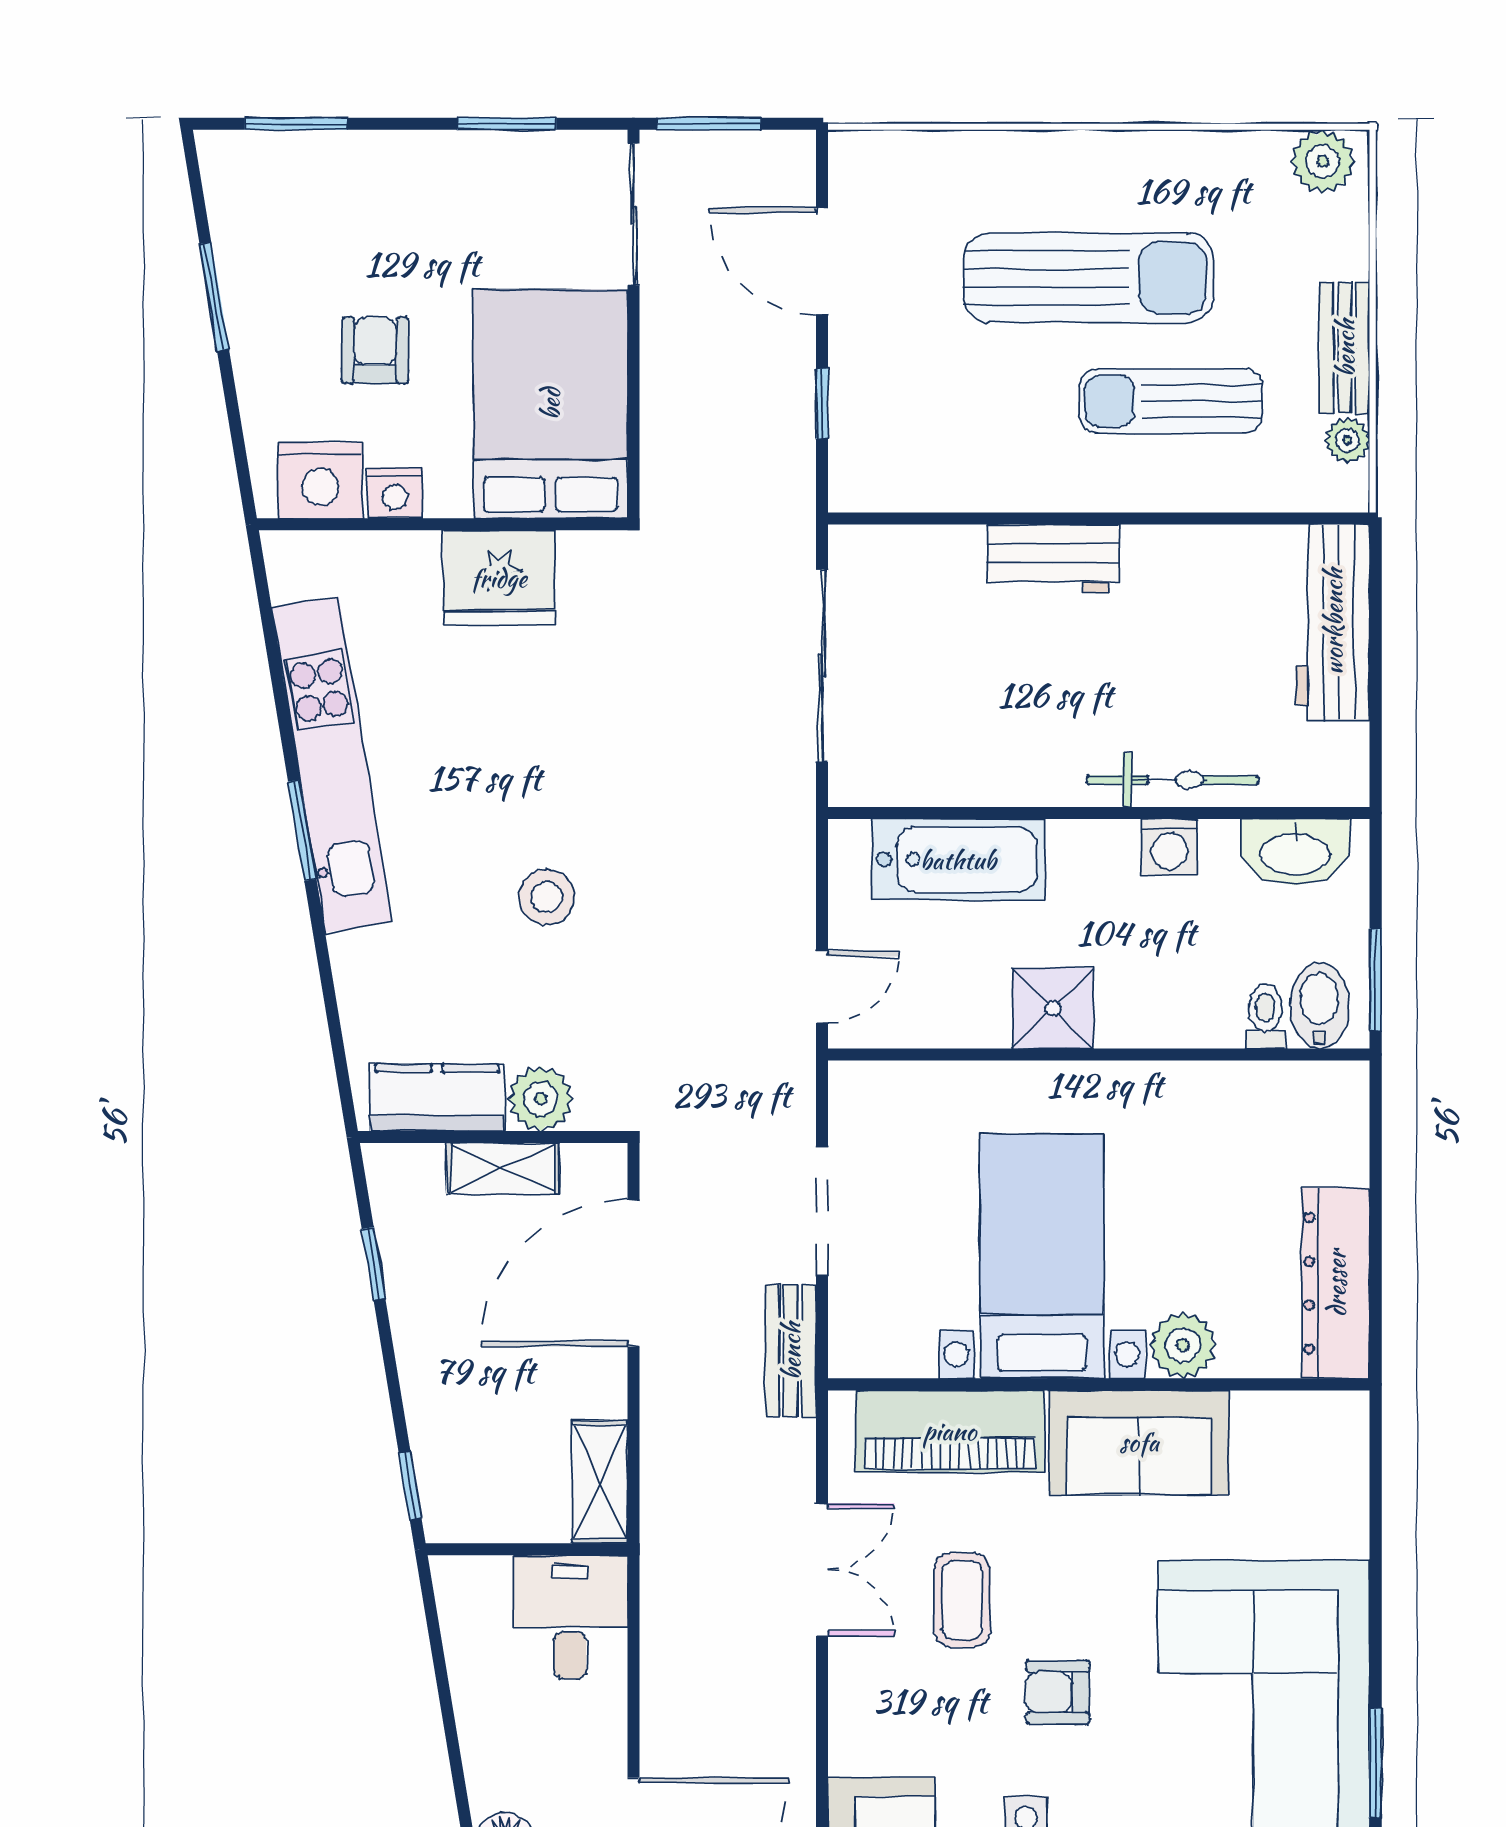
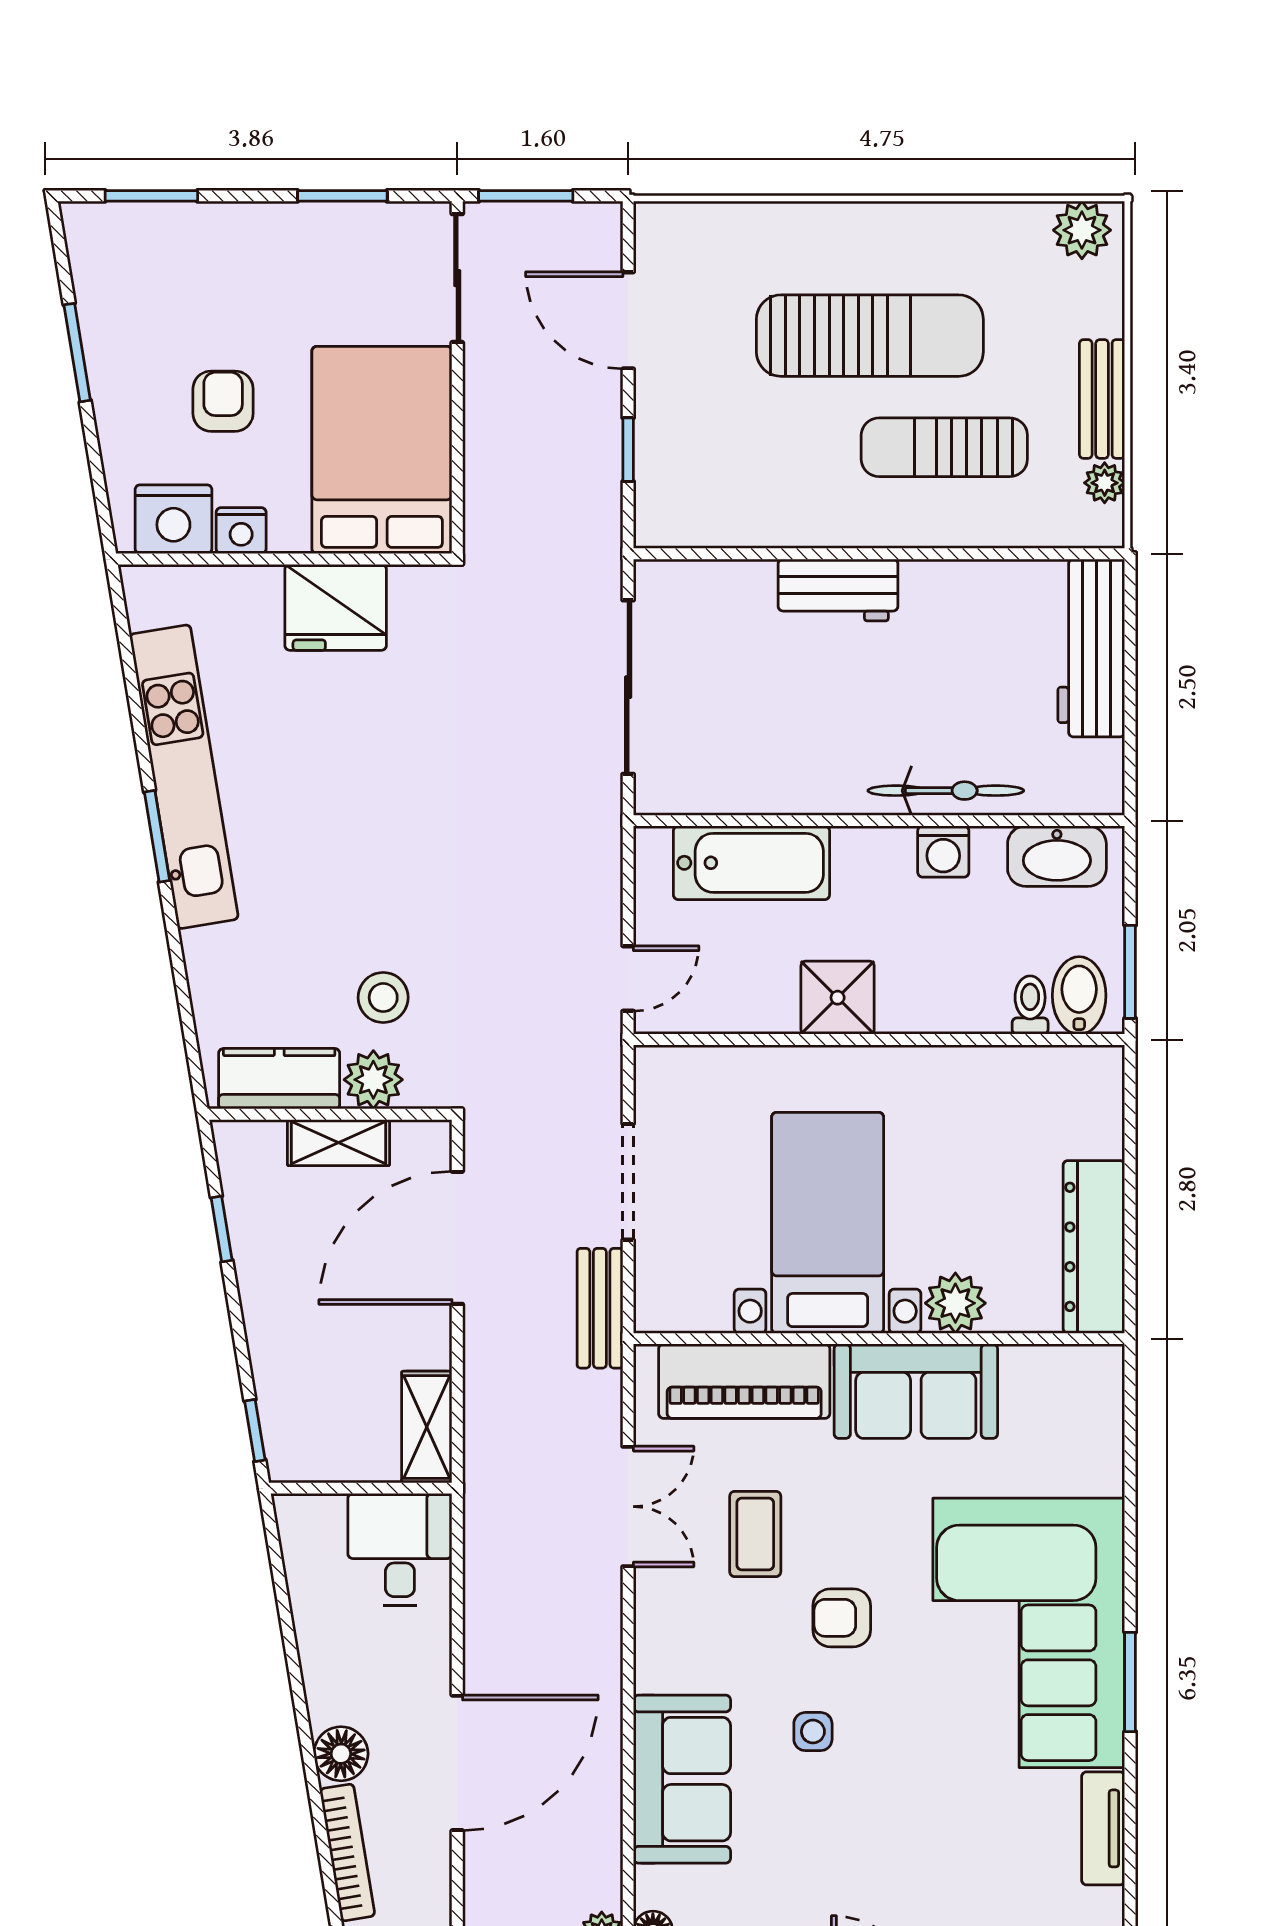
stool: (547, 897) -> (383, 998), moved

